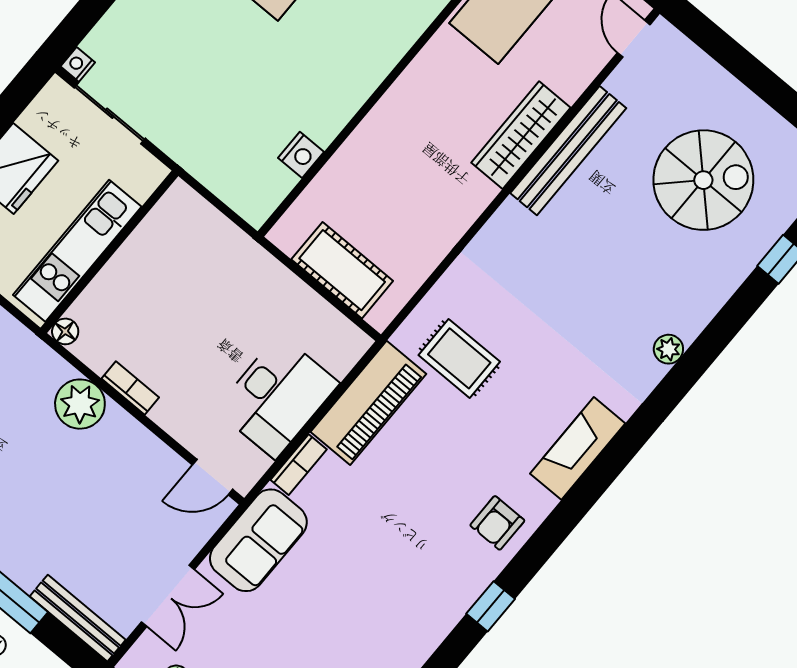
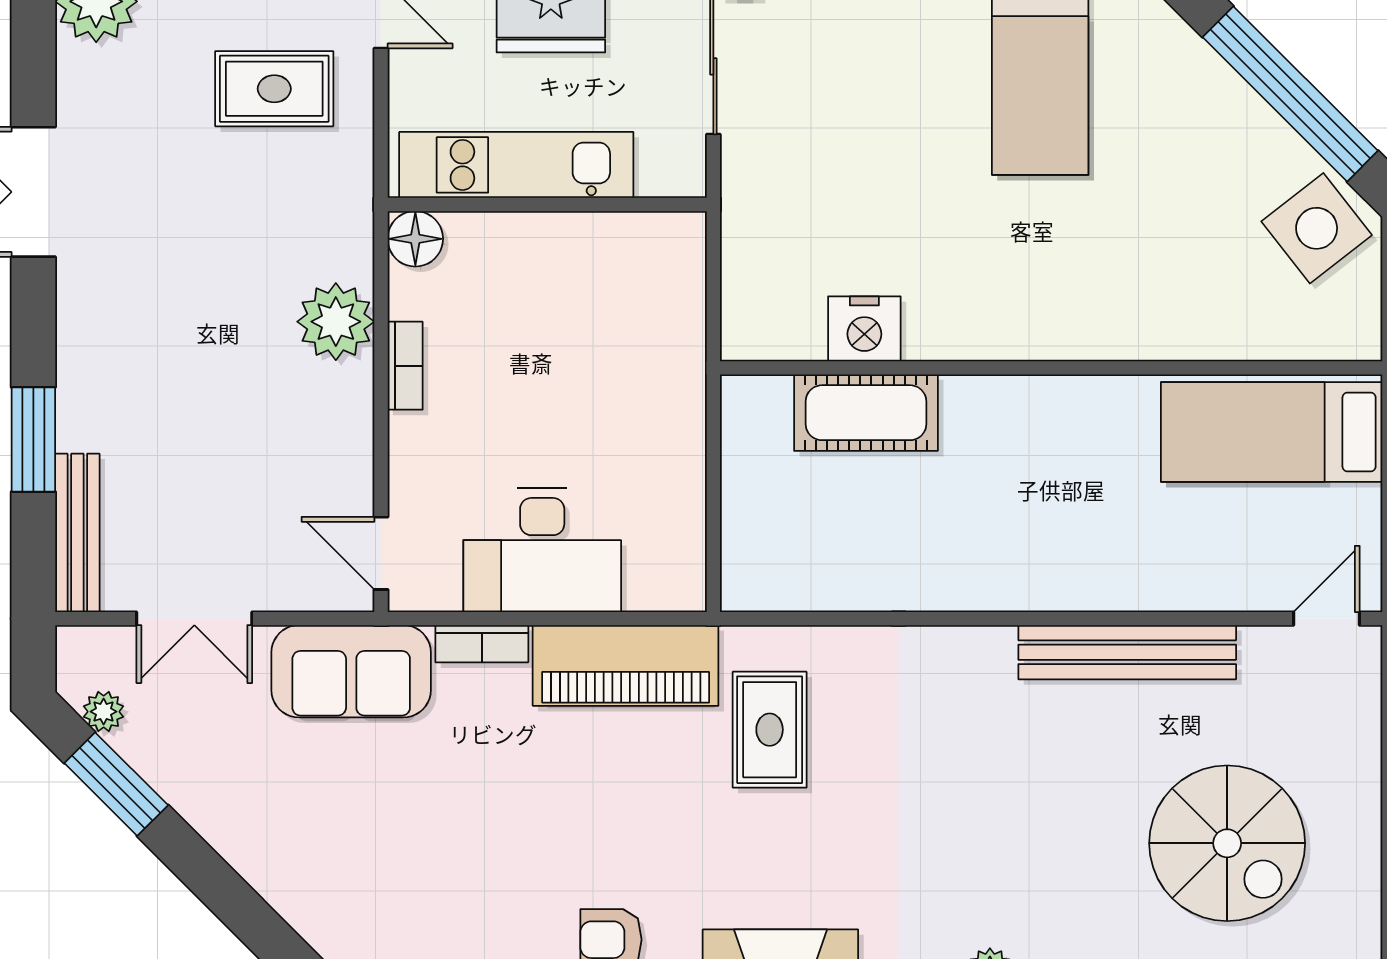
wardrobe: (521, 135) -> (1098, 580), removed
nightstand: (301, 155) -> (864, 329), width x1.36, depth x1.33
cot: (342, 270) -> (866, 413), moved, turned 90
floor lamp: (65, 331) -> (415, 239), width x1.37, depth x1.37

